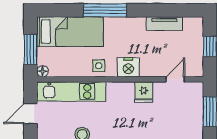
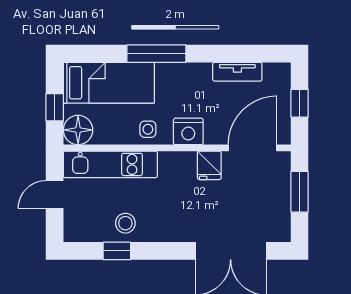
window: (30, 50) -> (55, 107), width x0.67
floor lamp: (42, 71) -> (78, 130), width x1.89, depth x1.89
door: (175, 79) -> (252, 148), width x1.88

